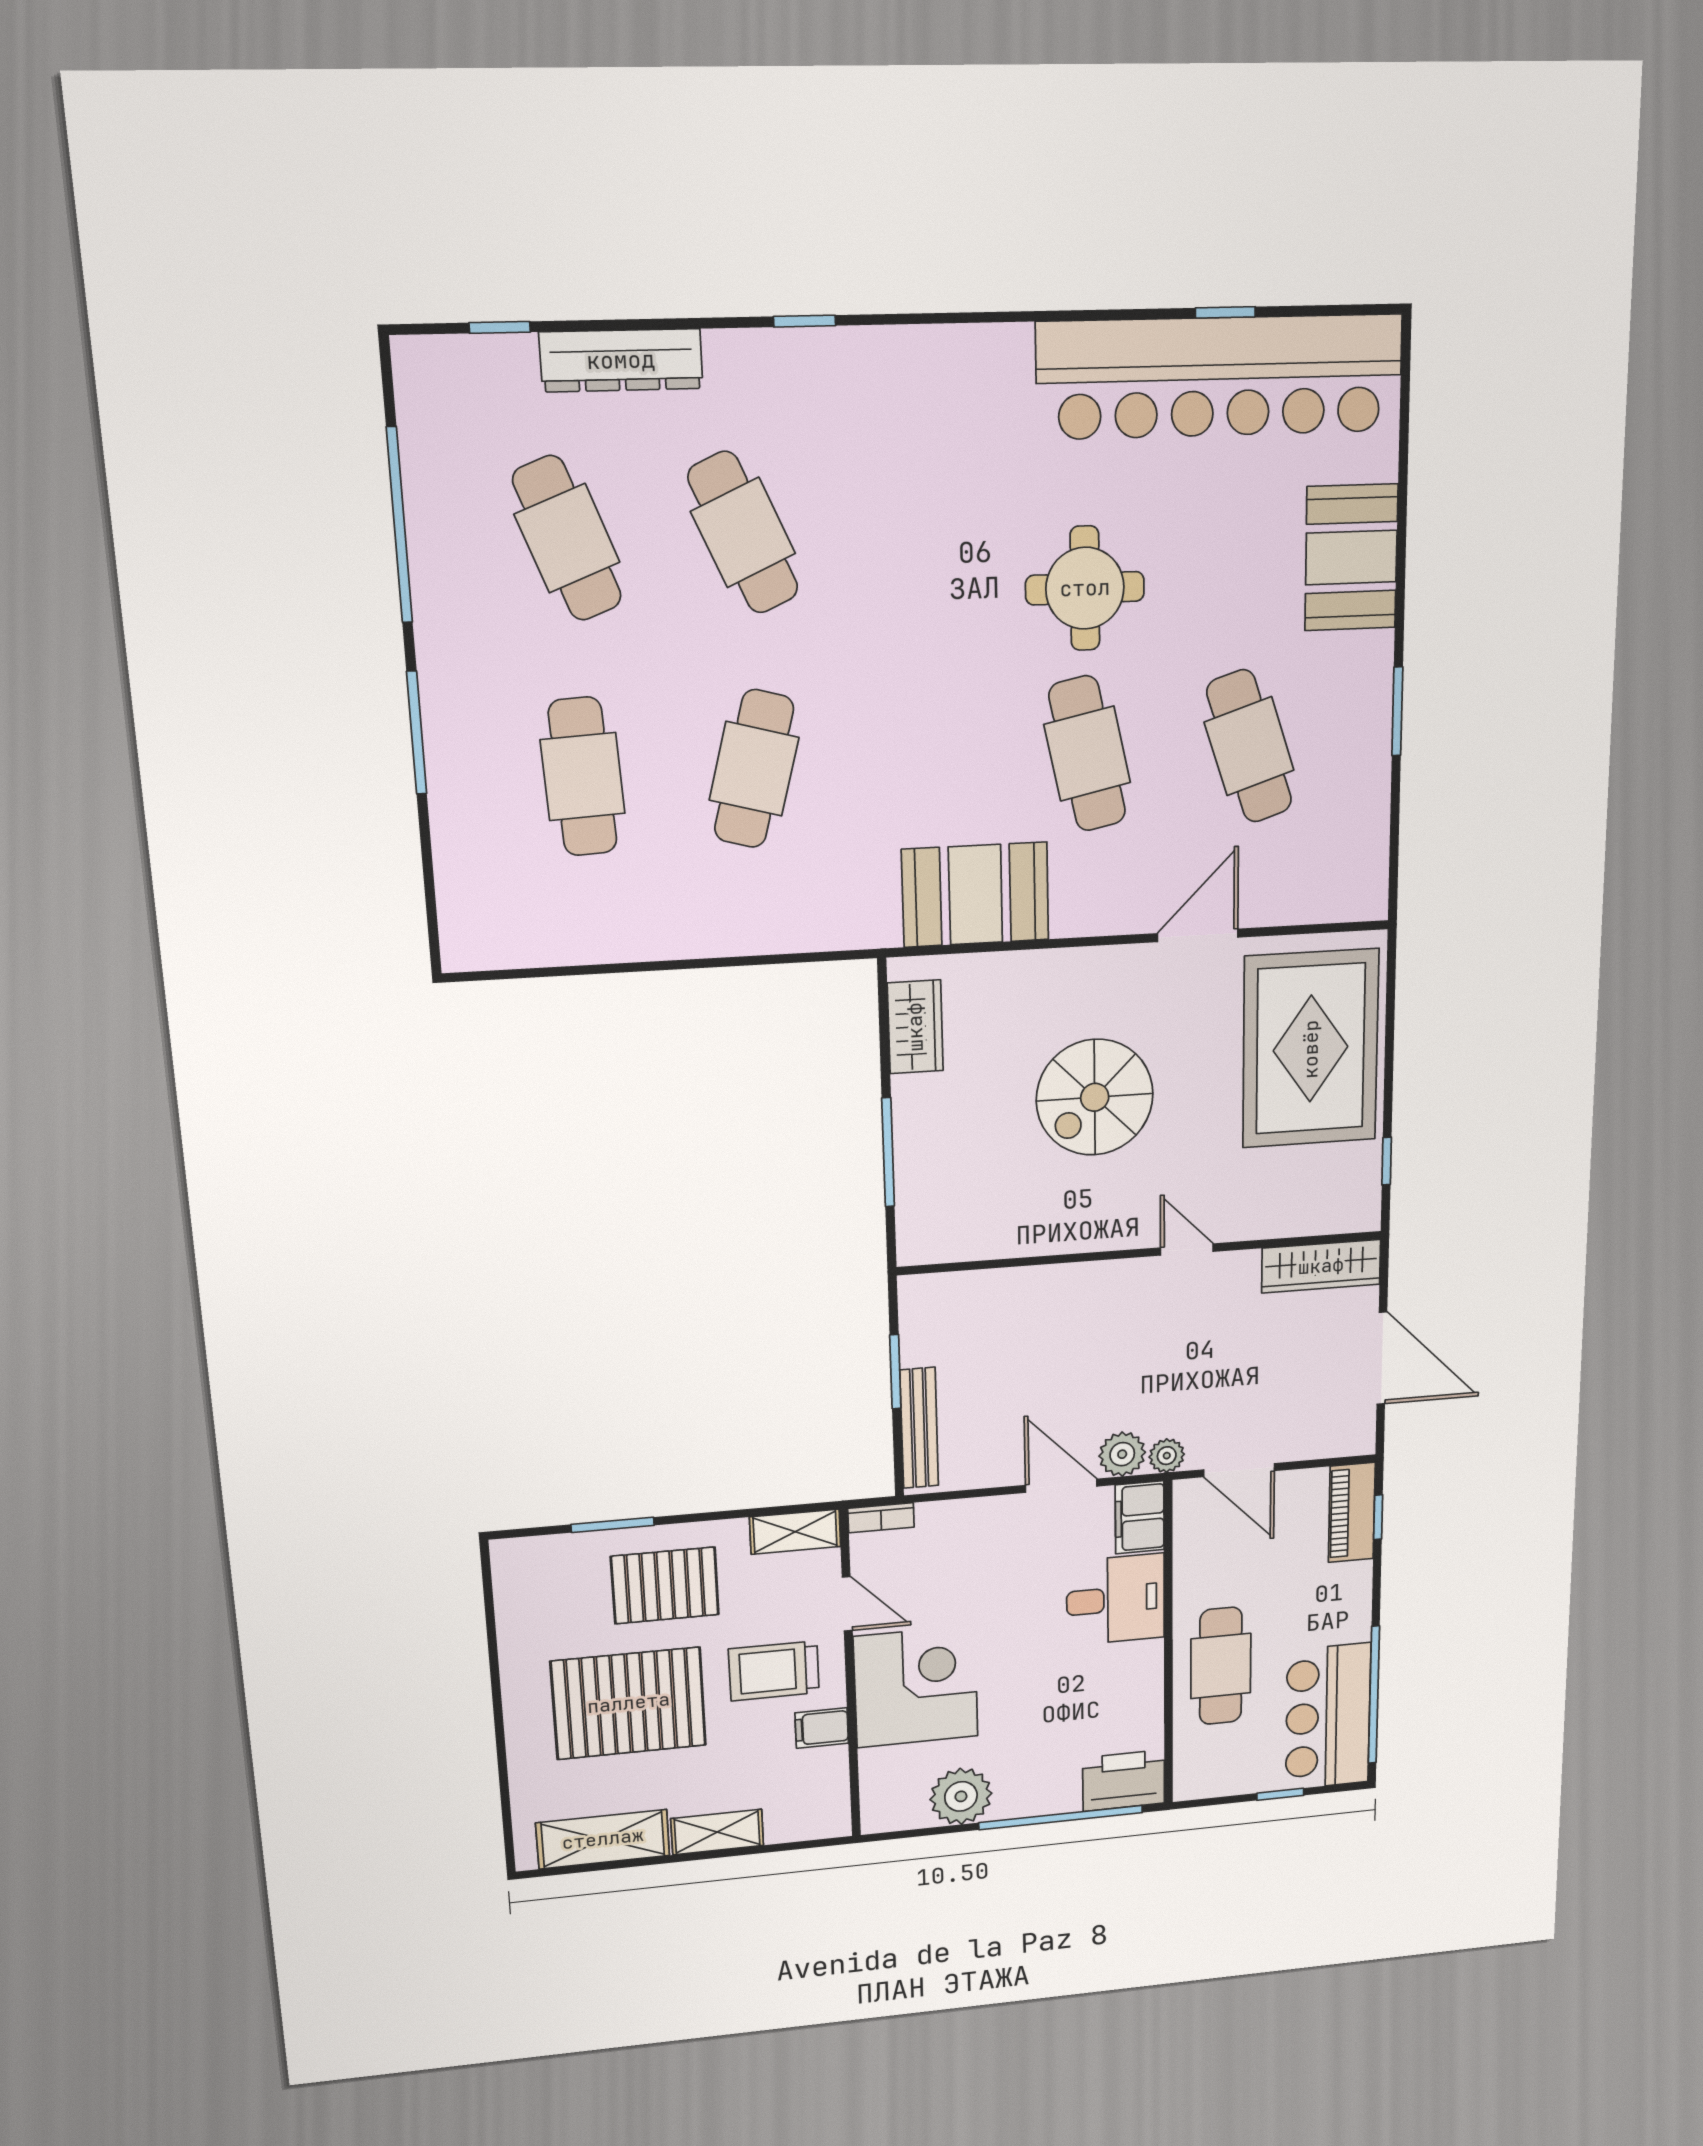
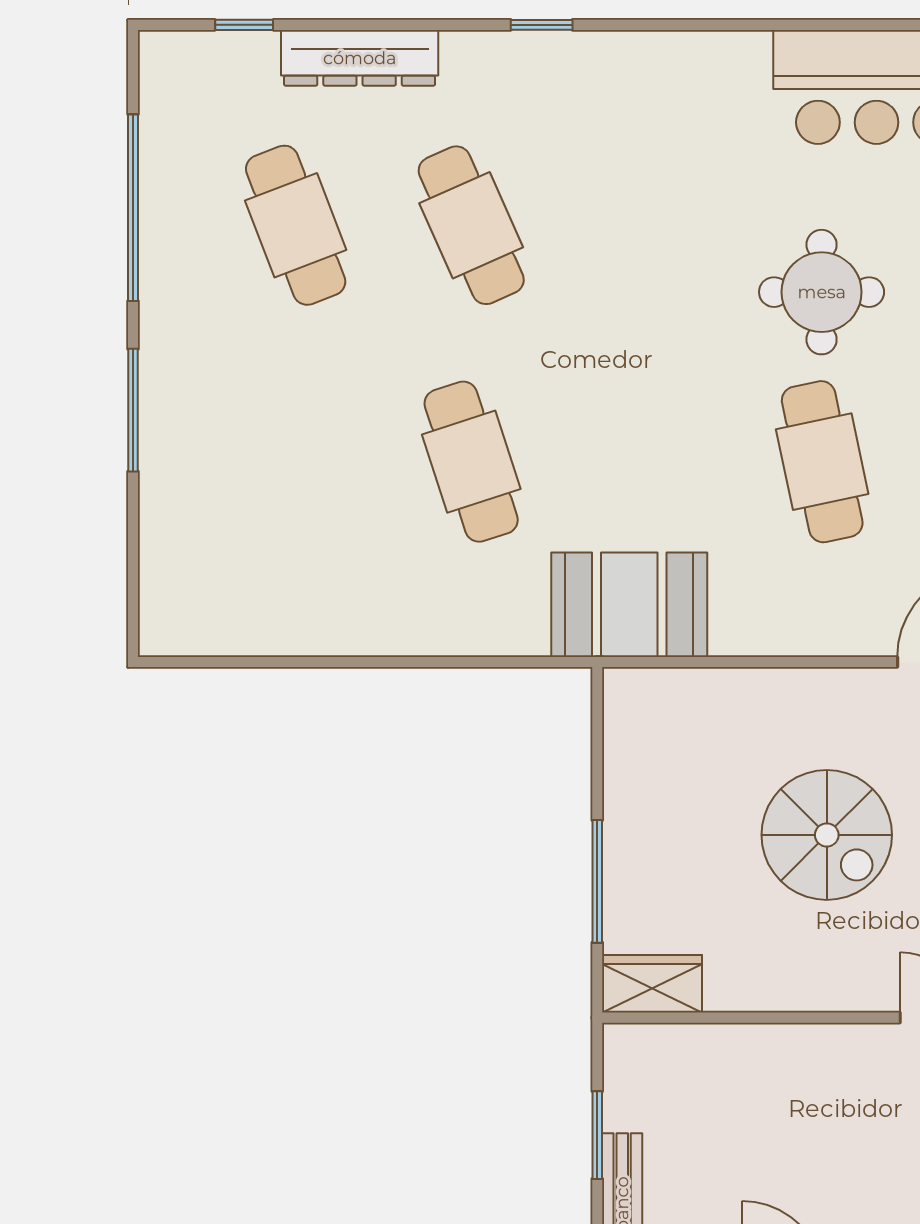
cafe table: (754, 769) -> (471, 462), turned -33
cafe table: (583, 777) -> (296, 462), removed
booth: (975, 895) -> (629, 605), moved
wardrobe: (915, 1027) -> (652, 984), moved, turned -90
spiral stairs: (1095, 1097) -> (827, 835), turned -90

